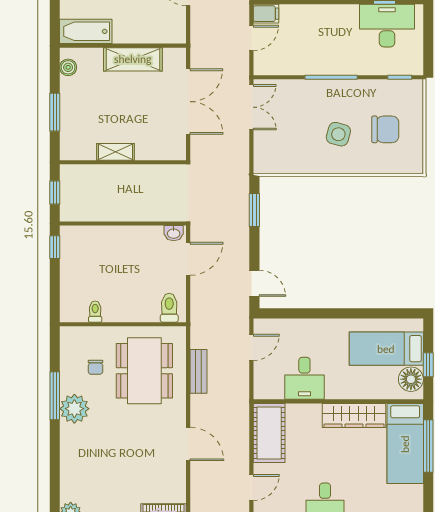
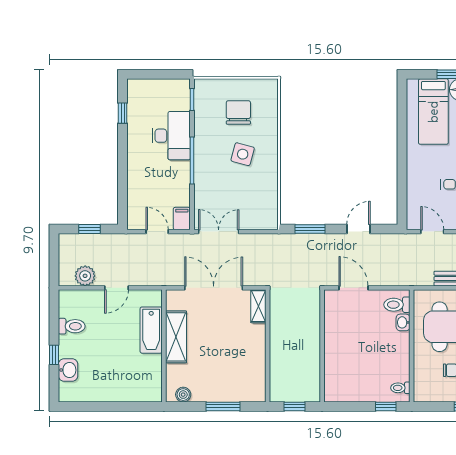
filing cabinet: (266, 14) -> (182, 219), moved
desk: (387, 26) -> (171, 136), moved, turned 180
bathtub: (86, 31) -> (151, 330), moved
shelving: (115, 152) -> (258, 306), moved
washbasin: (174, 233) -> (403, 322), moved, turned 180
window: (55, 247) -> (386, 406), moved
door: (254, 283) -> (358, 229), moved
toilet: (95, 312) -> (400, 388), moved

